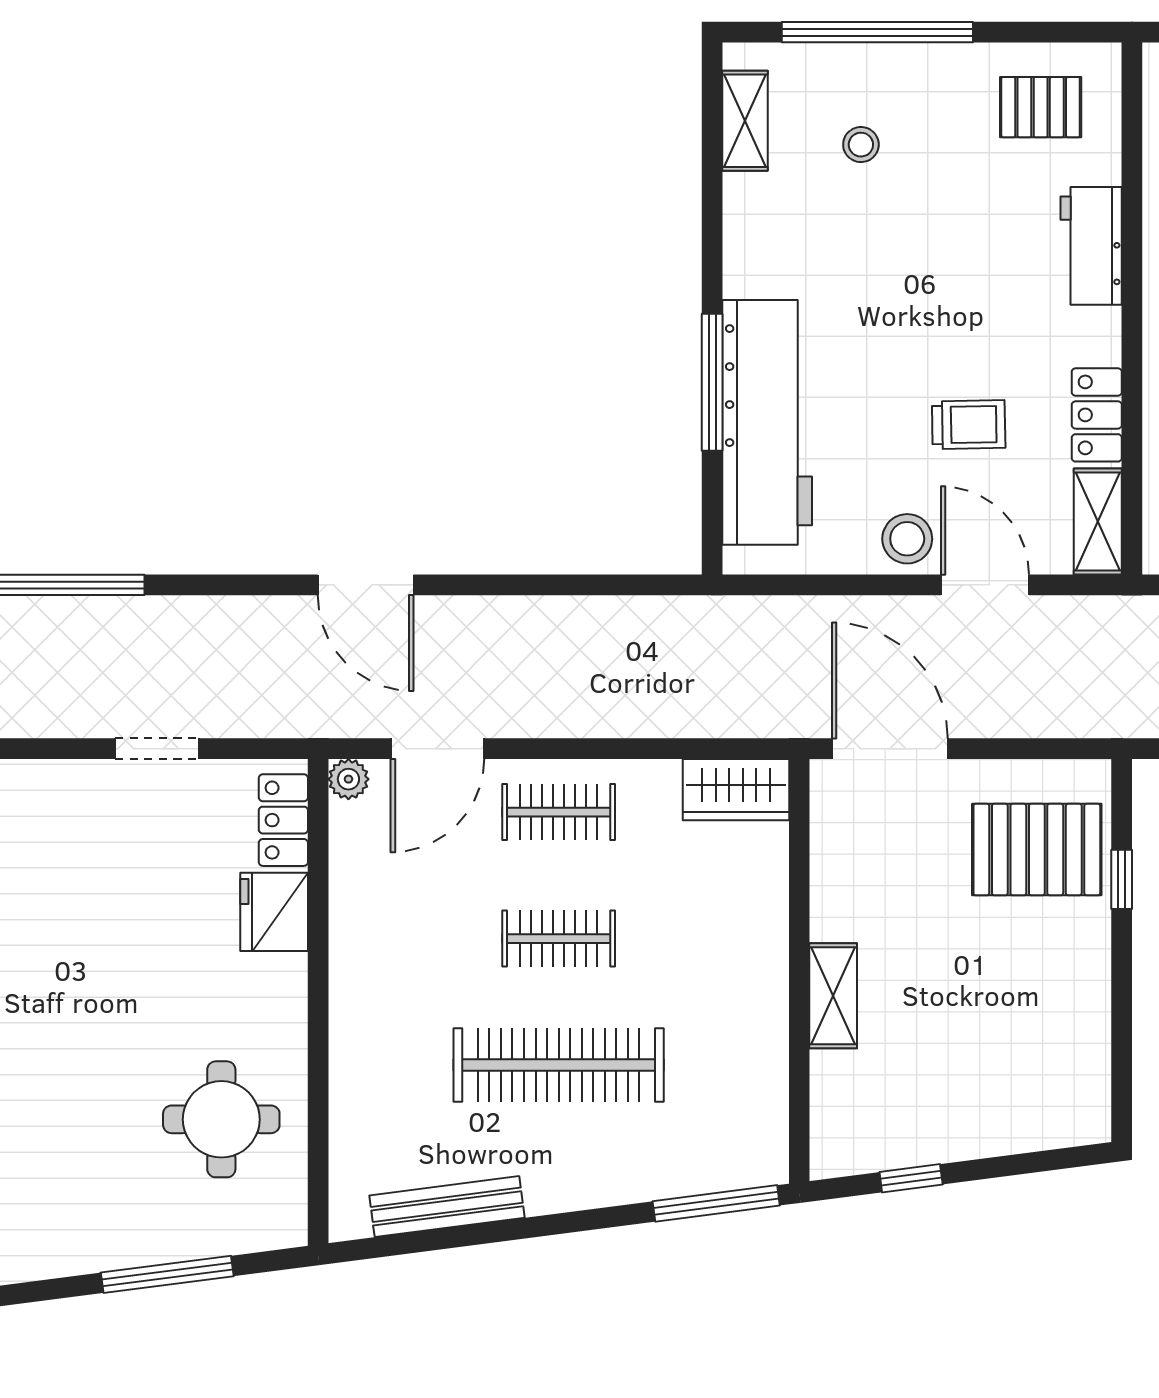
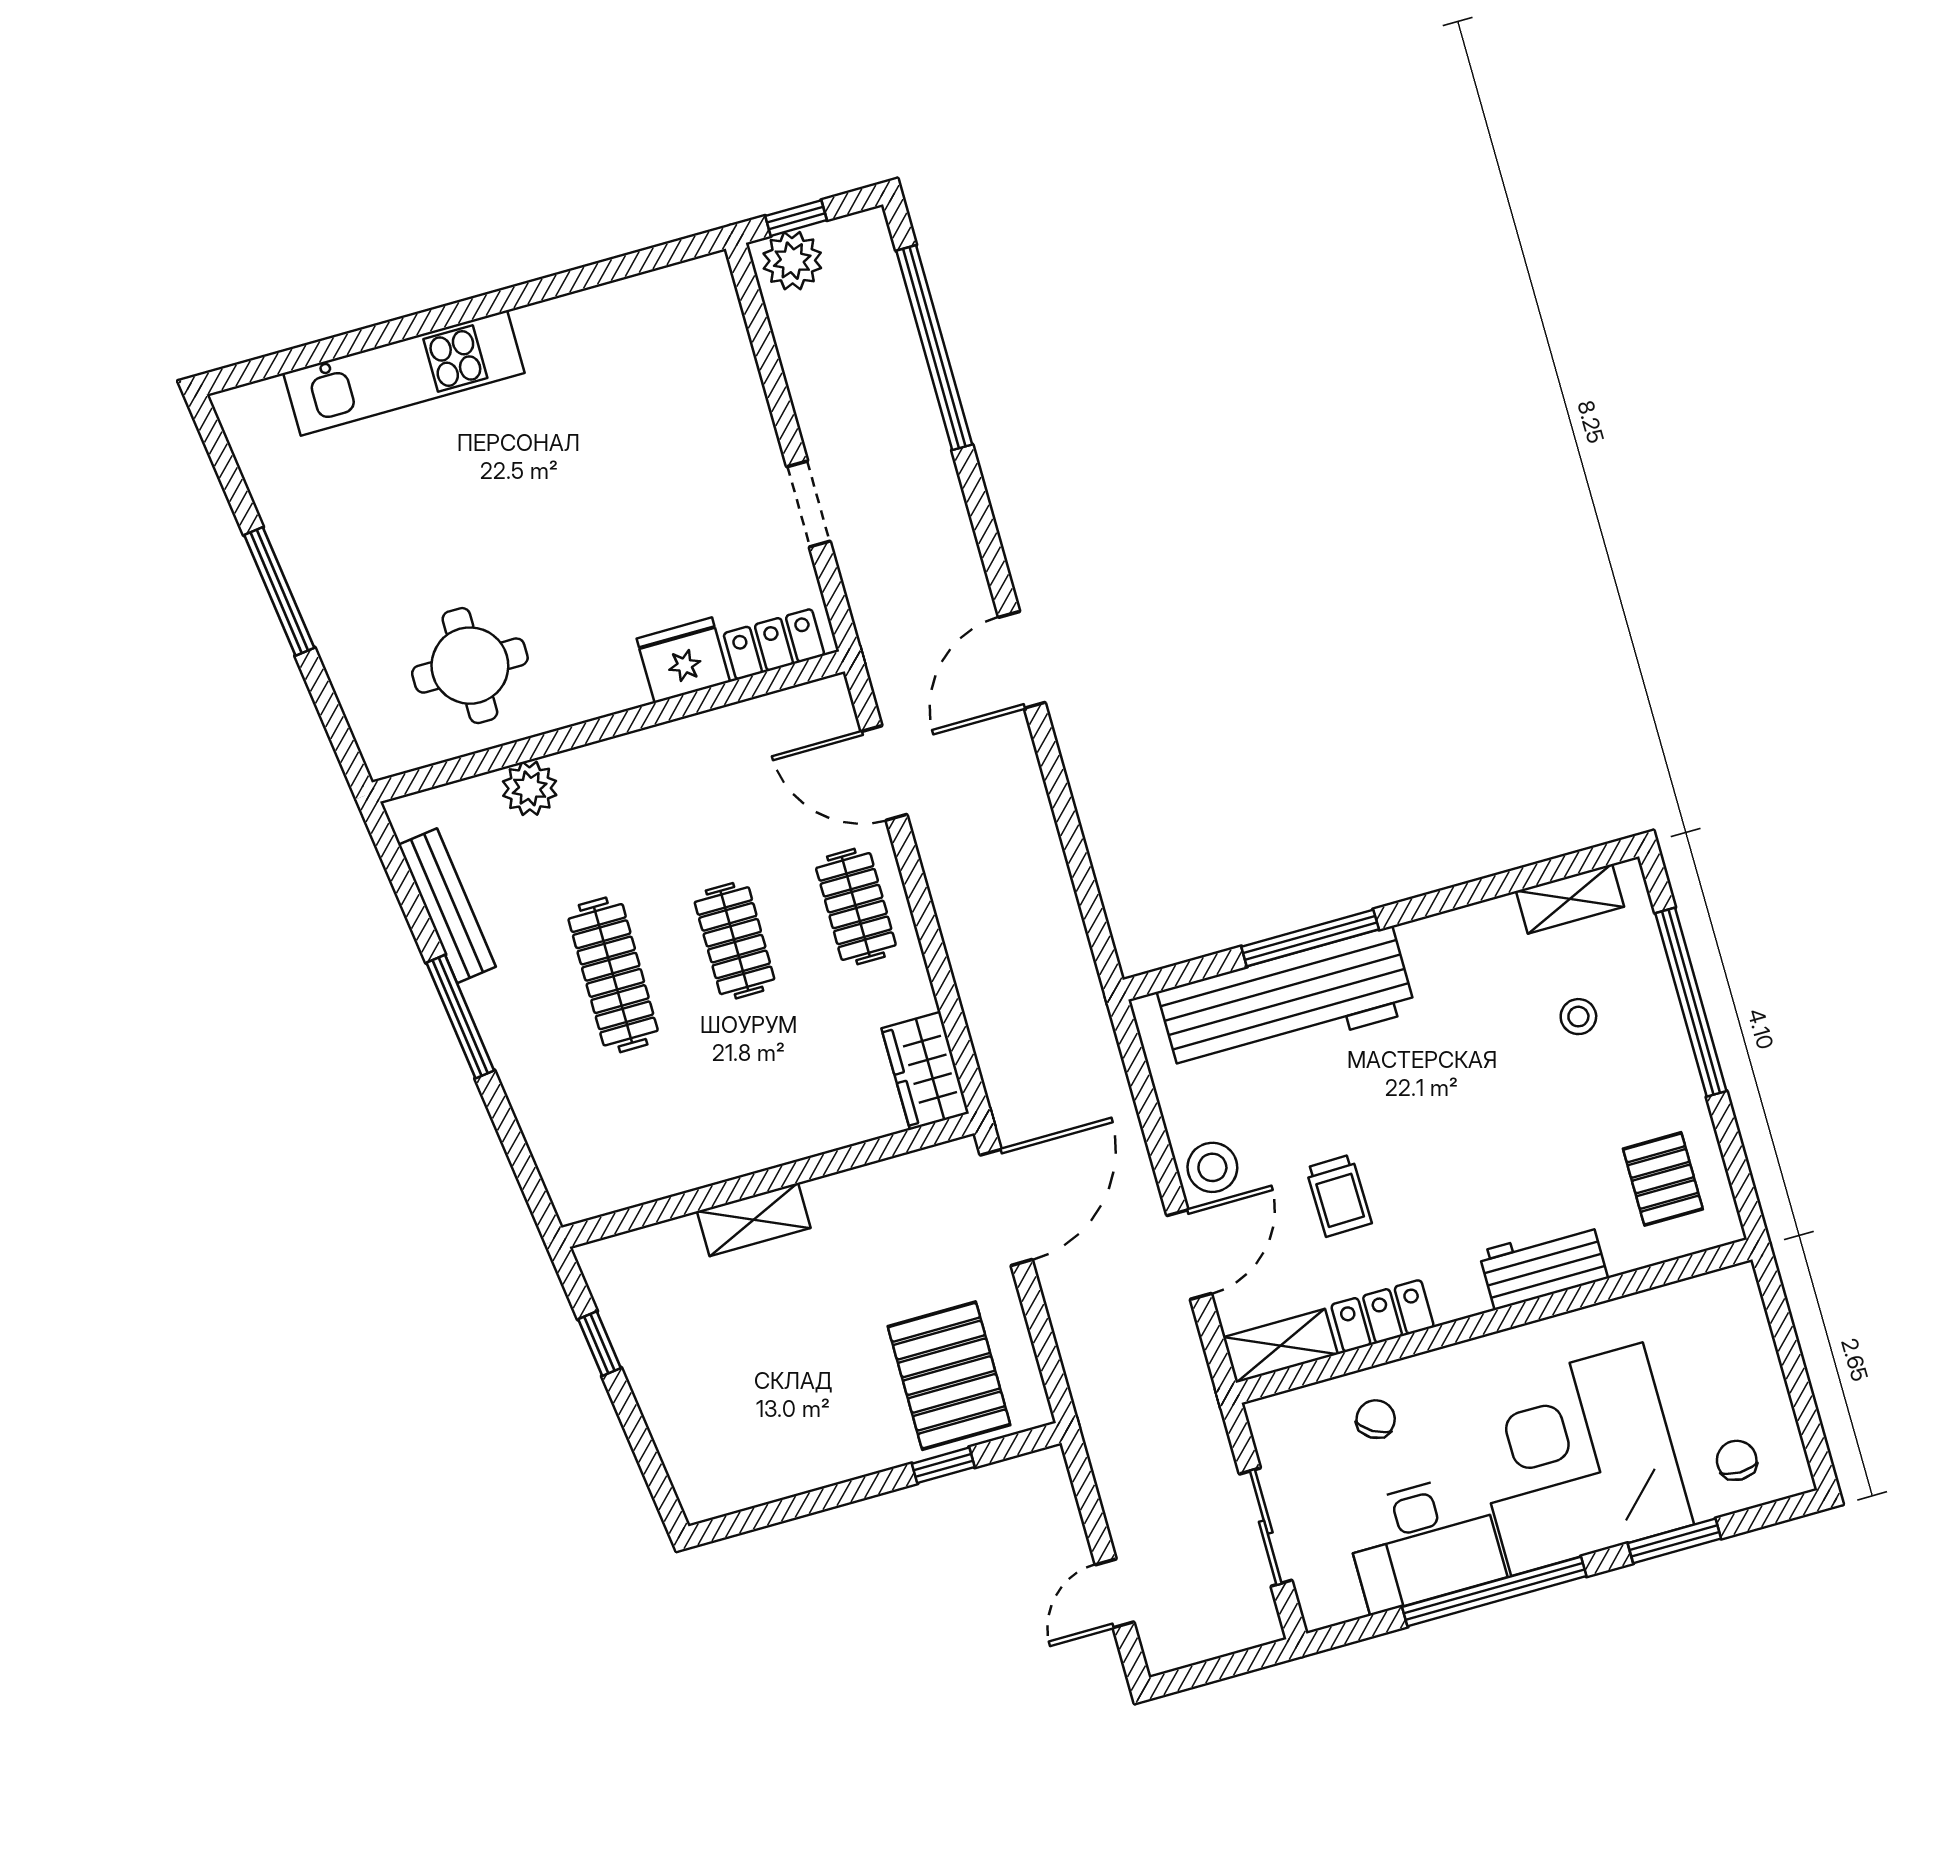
plant: (348, 779) -> (530, 788), moved, width x1.38, depth x1.38
clothes rail: (559, 1065) -> (613, 975), width x0.73, depth x0.76
window: (716, 1203) -> (460, 1017), moved
window: (167, 1274) -> (279, 591), moved

